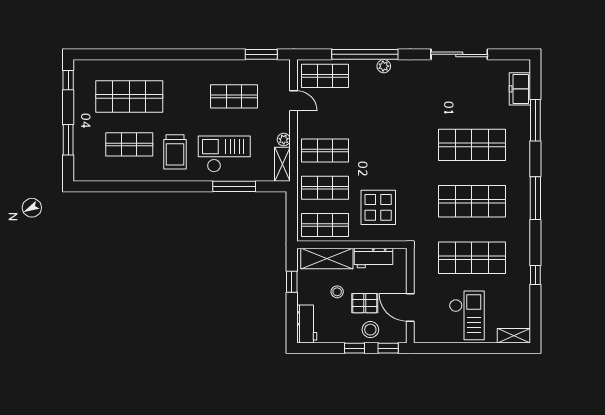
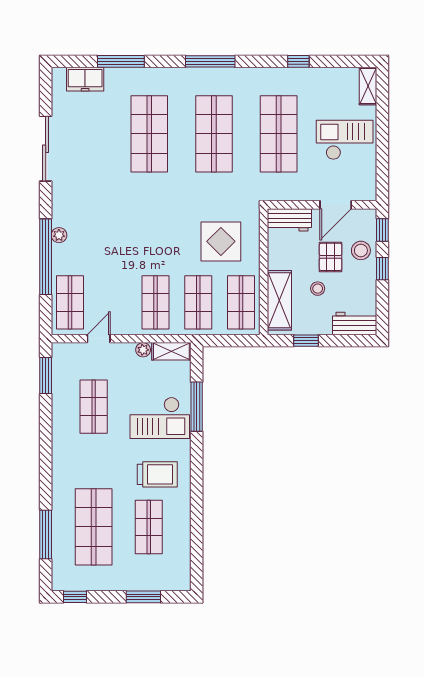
window: (123, 54) -> (46, 534), added
checkout: (224, 154) -> (160, 418), turned -90
workbench: (373, 258) -> (289, 220), moved, turned 90

